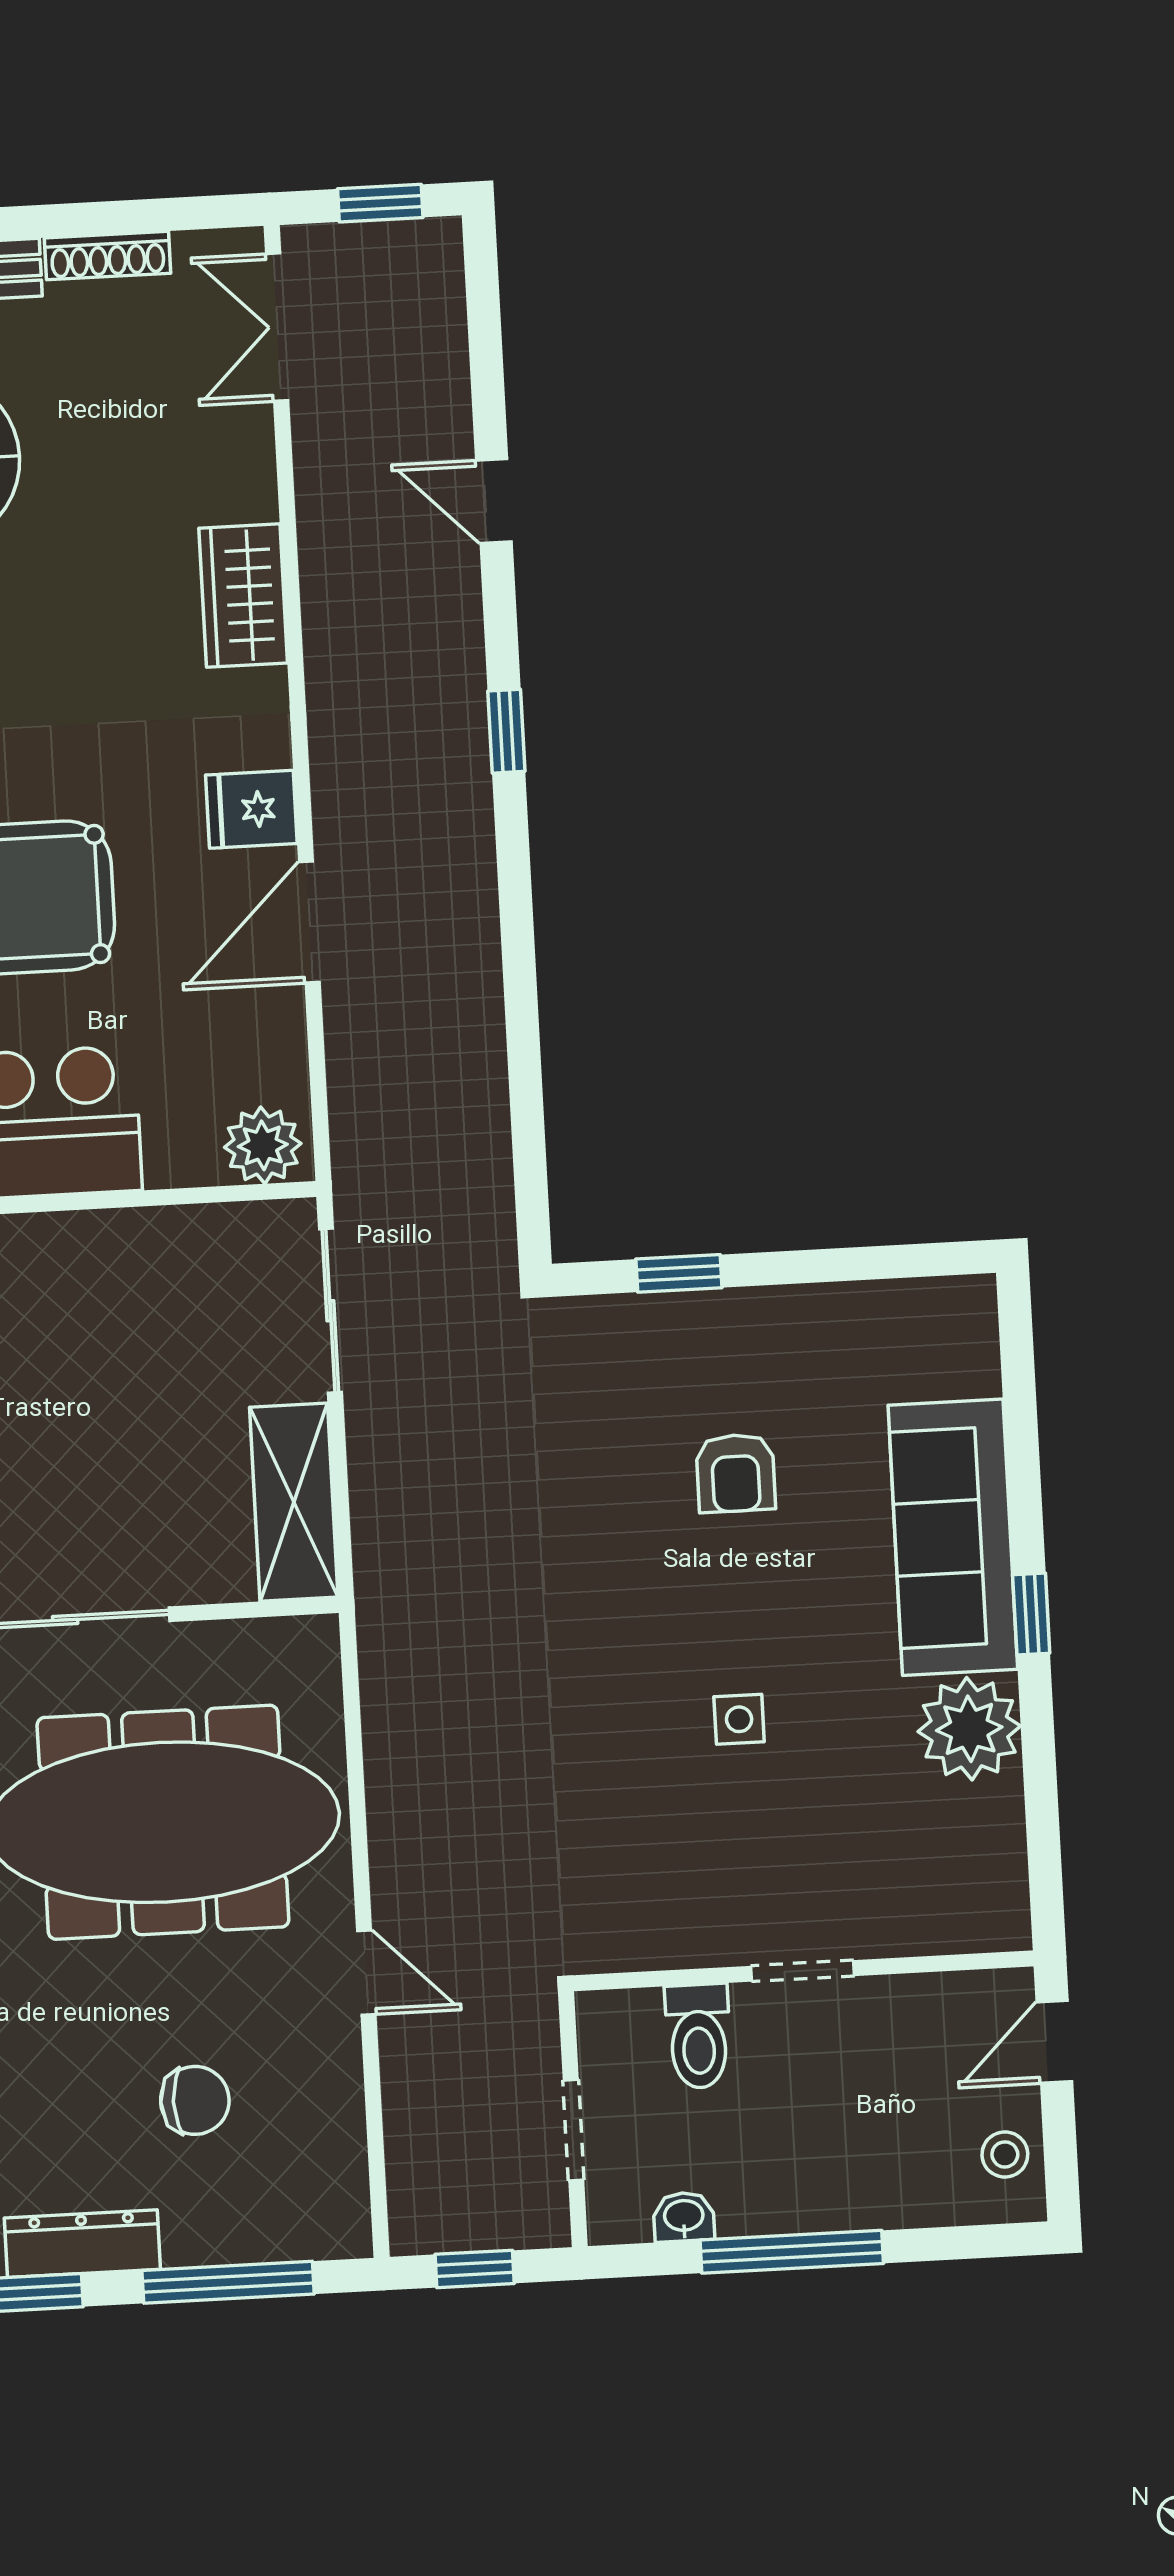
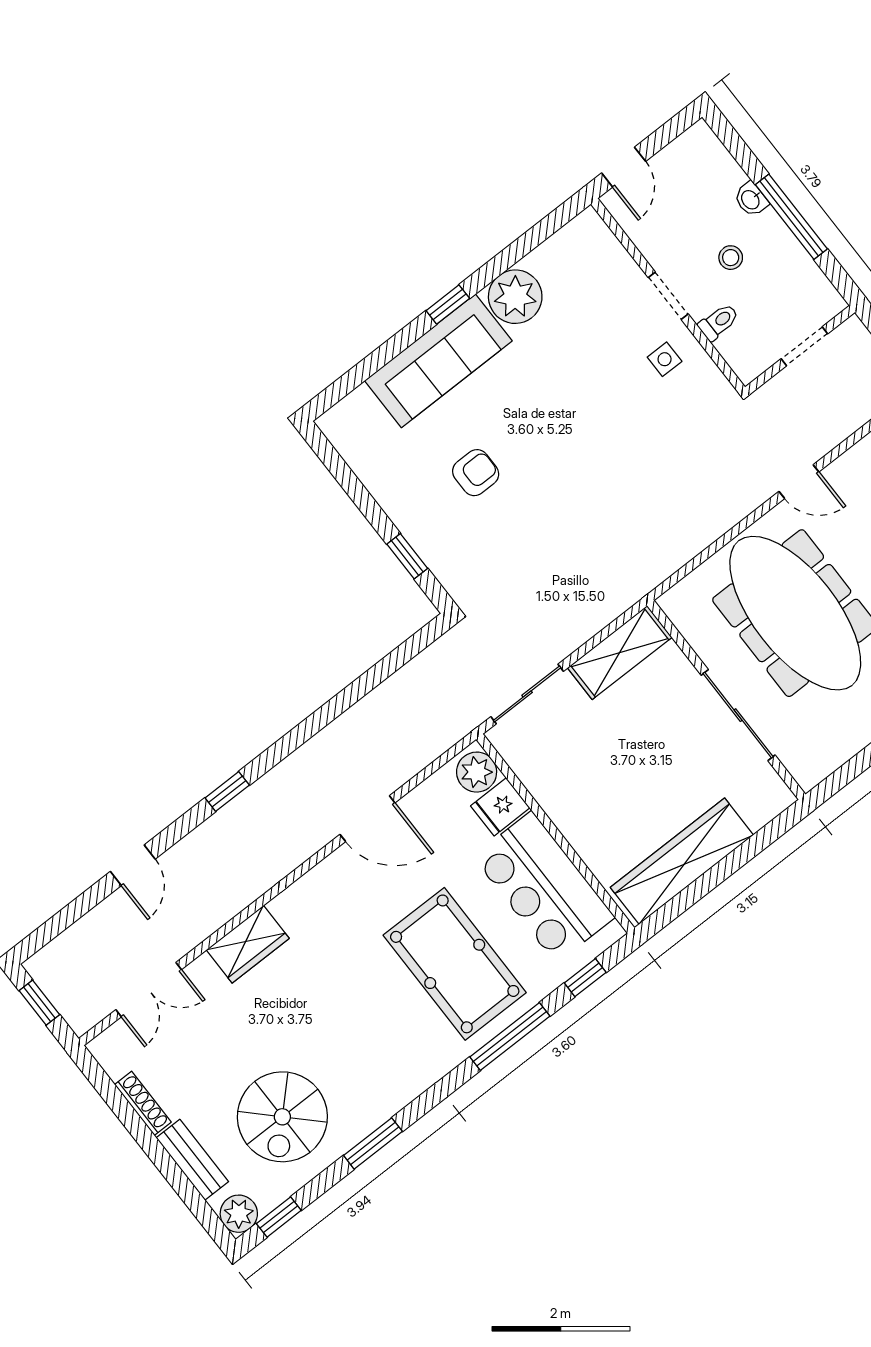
double door: (277, 327) -> (149, 990), moved
fridge: (251, 809) -> (500, 807), moved, turned 90
side table: (739, 1719) -> (665, 359), moved
door: (366, 1973) -> (799, 482), swing flipped
toilet: (698, 2036) -> (719, 322), width x0.73, depth x0.72
door: (1054, 2042) -> (624, 167), hinge flipped
stool: (1005, 2154) -> (731, 258), moved
washbasin: (684, 2217) -> (751, 199), moved

